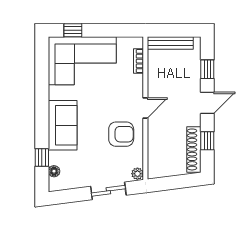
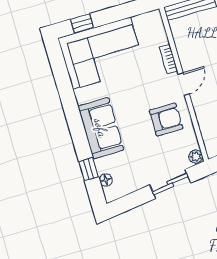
bookcase: (138, 61) -> (168, 59), moved

